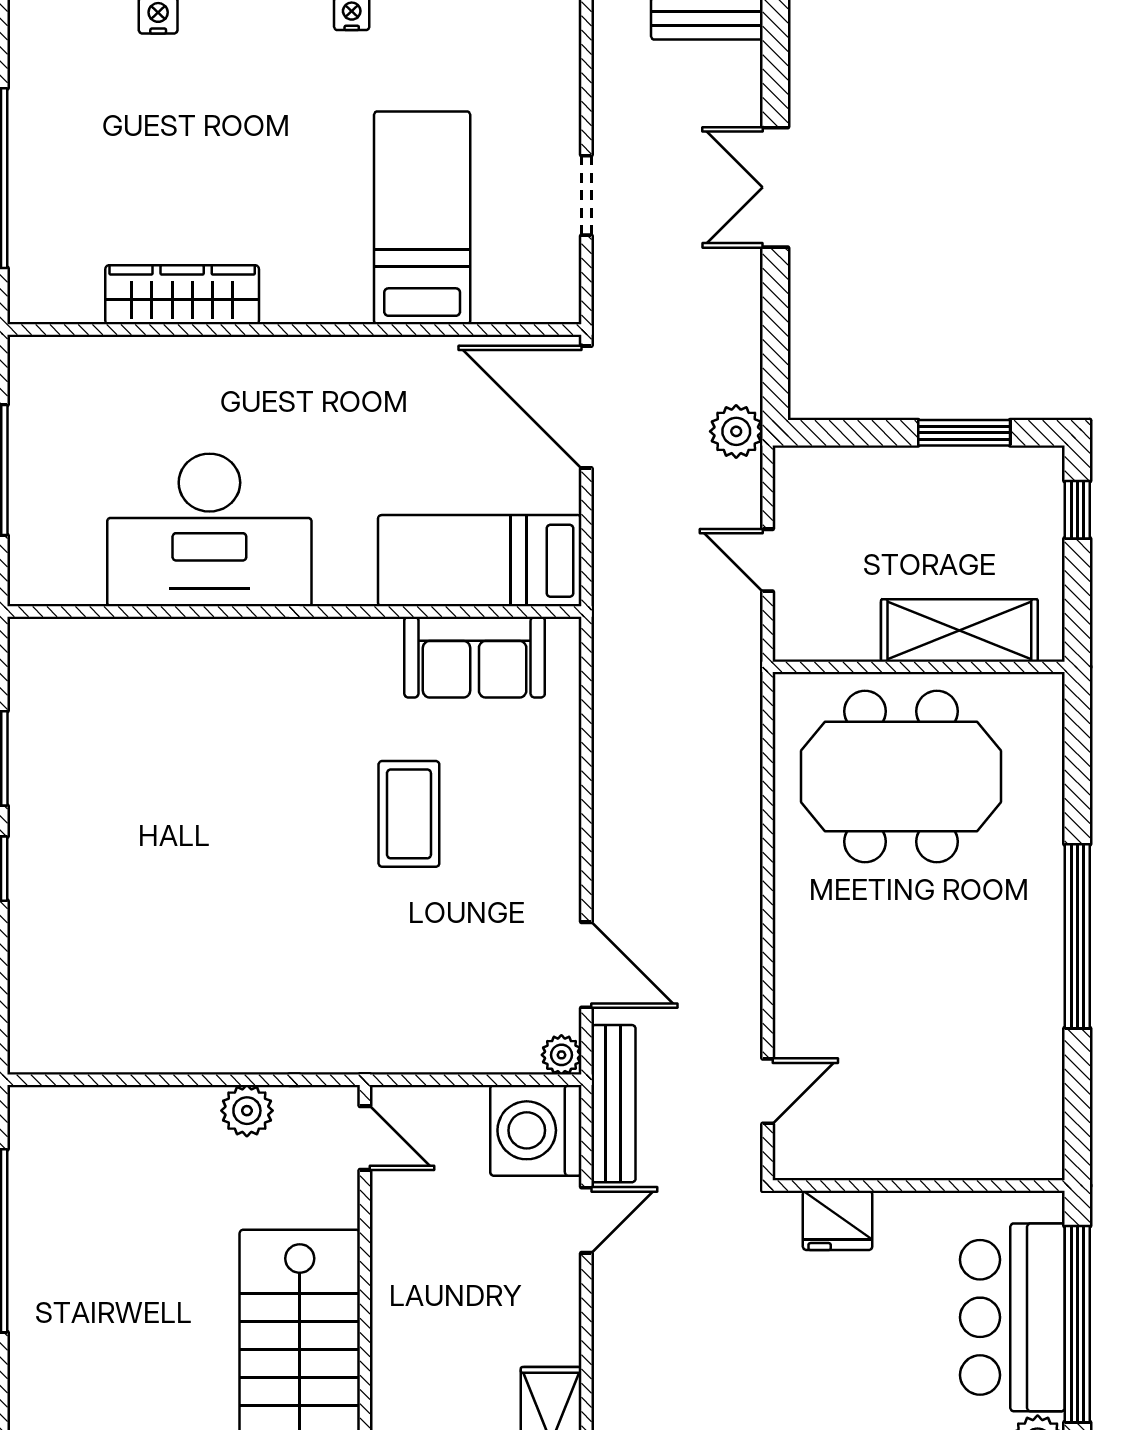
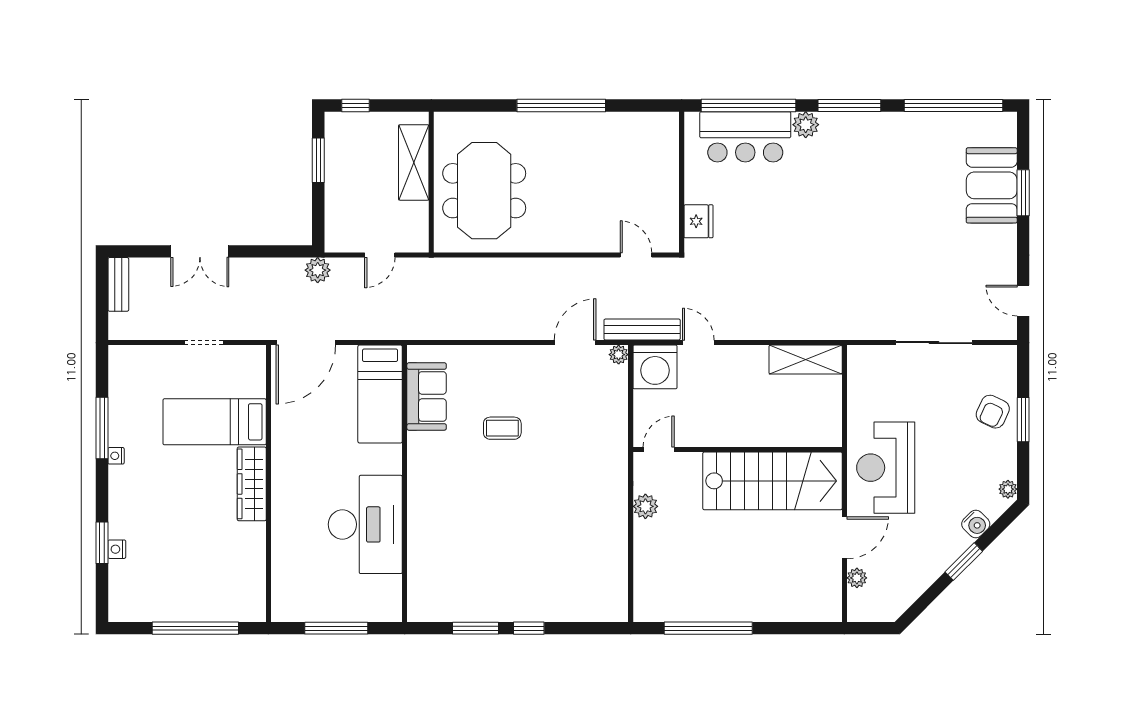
wardrobe: (182, 295) -> (252, 484), moved
coffee table: (409, 814) -> (502, 428), width x0.73, depth x0.77

